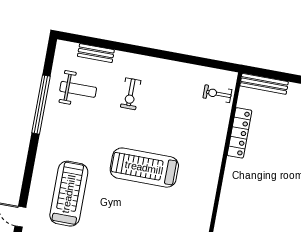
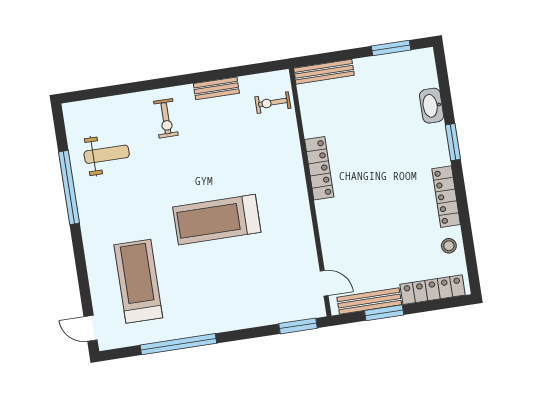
bench: (96, 53) -> (216, 88), moved
exercise bike: (131, 94) -> (166, 118), moved
locker: (239, 133) -> (319, 168), moved

